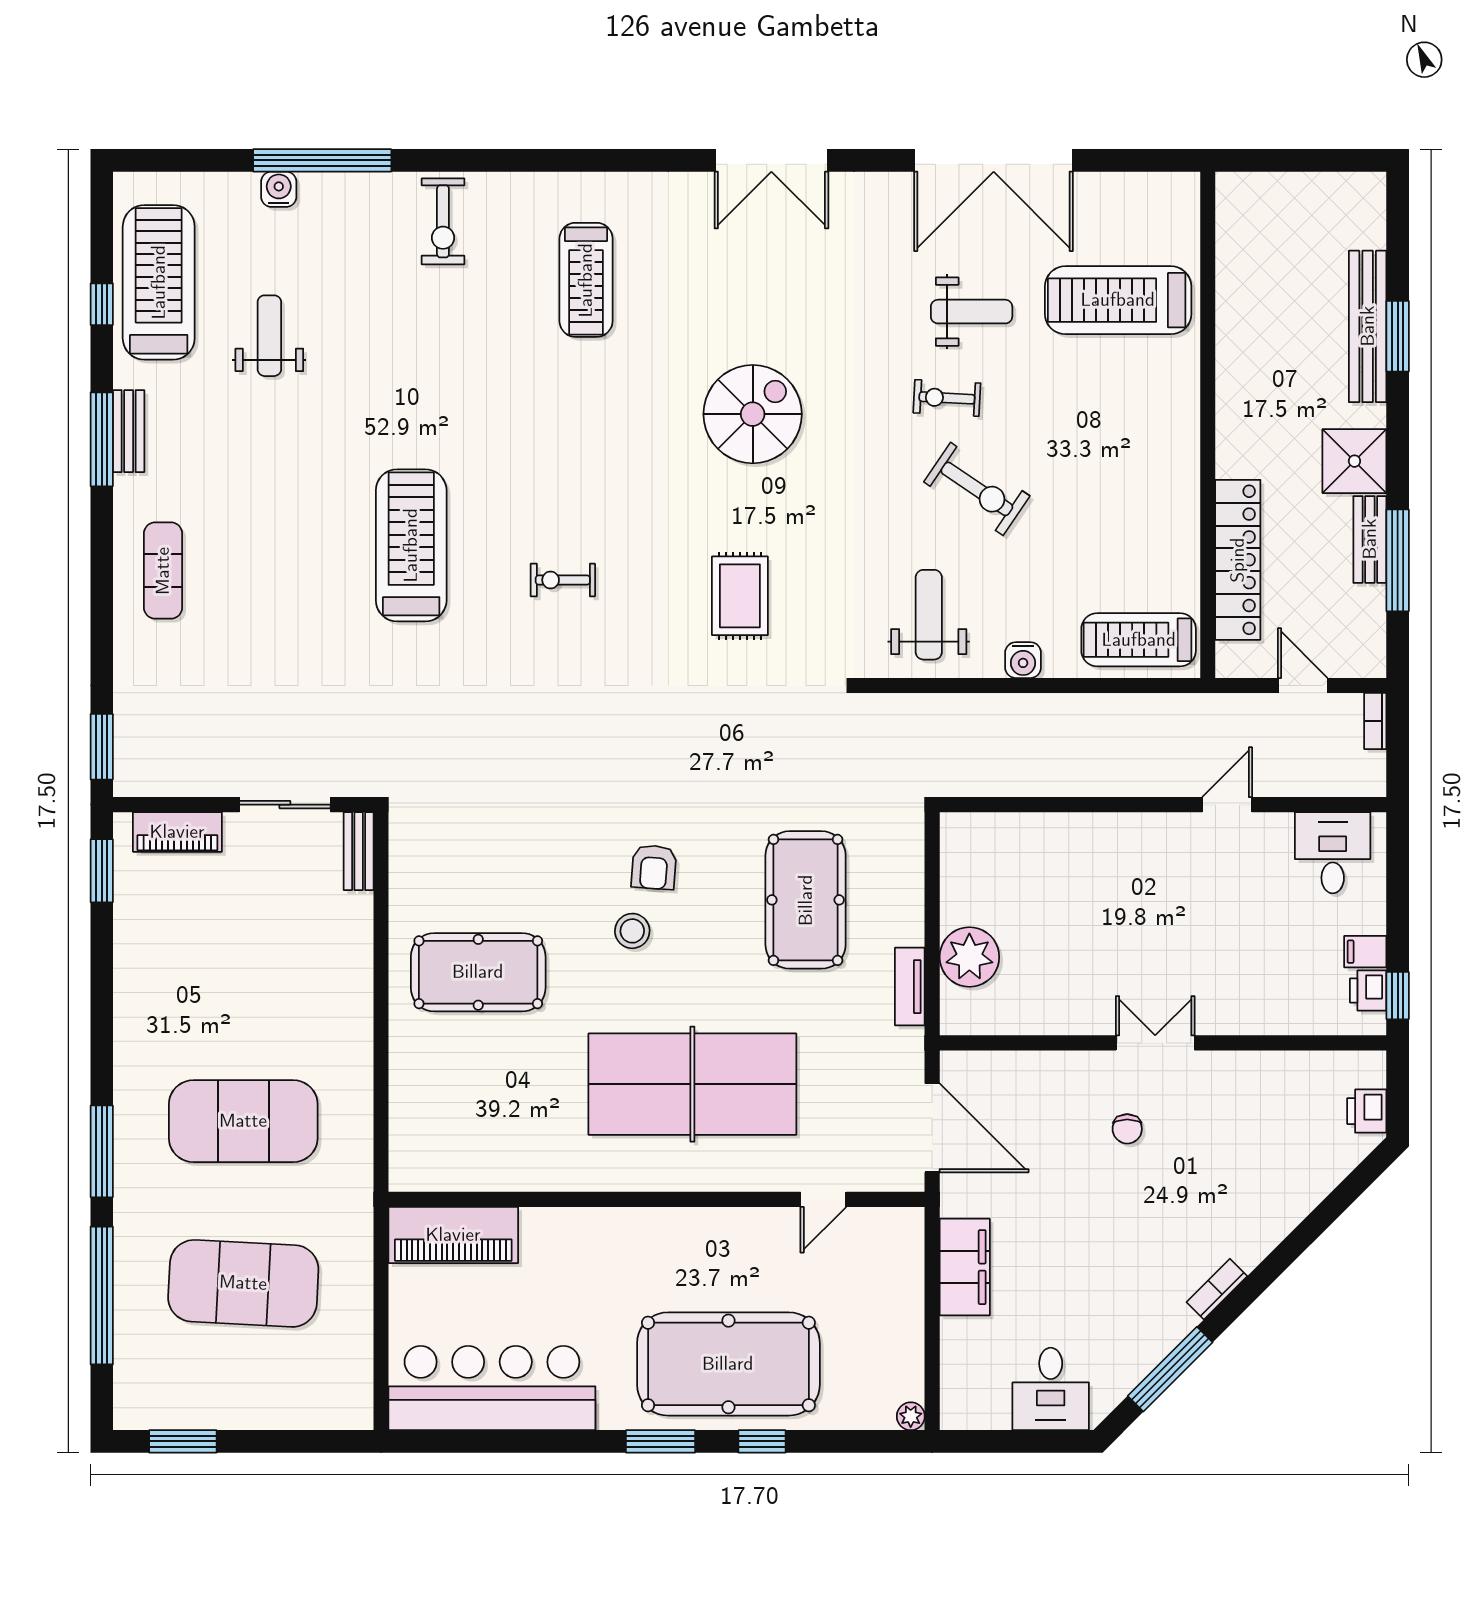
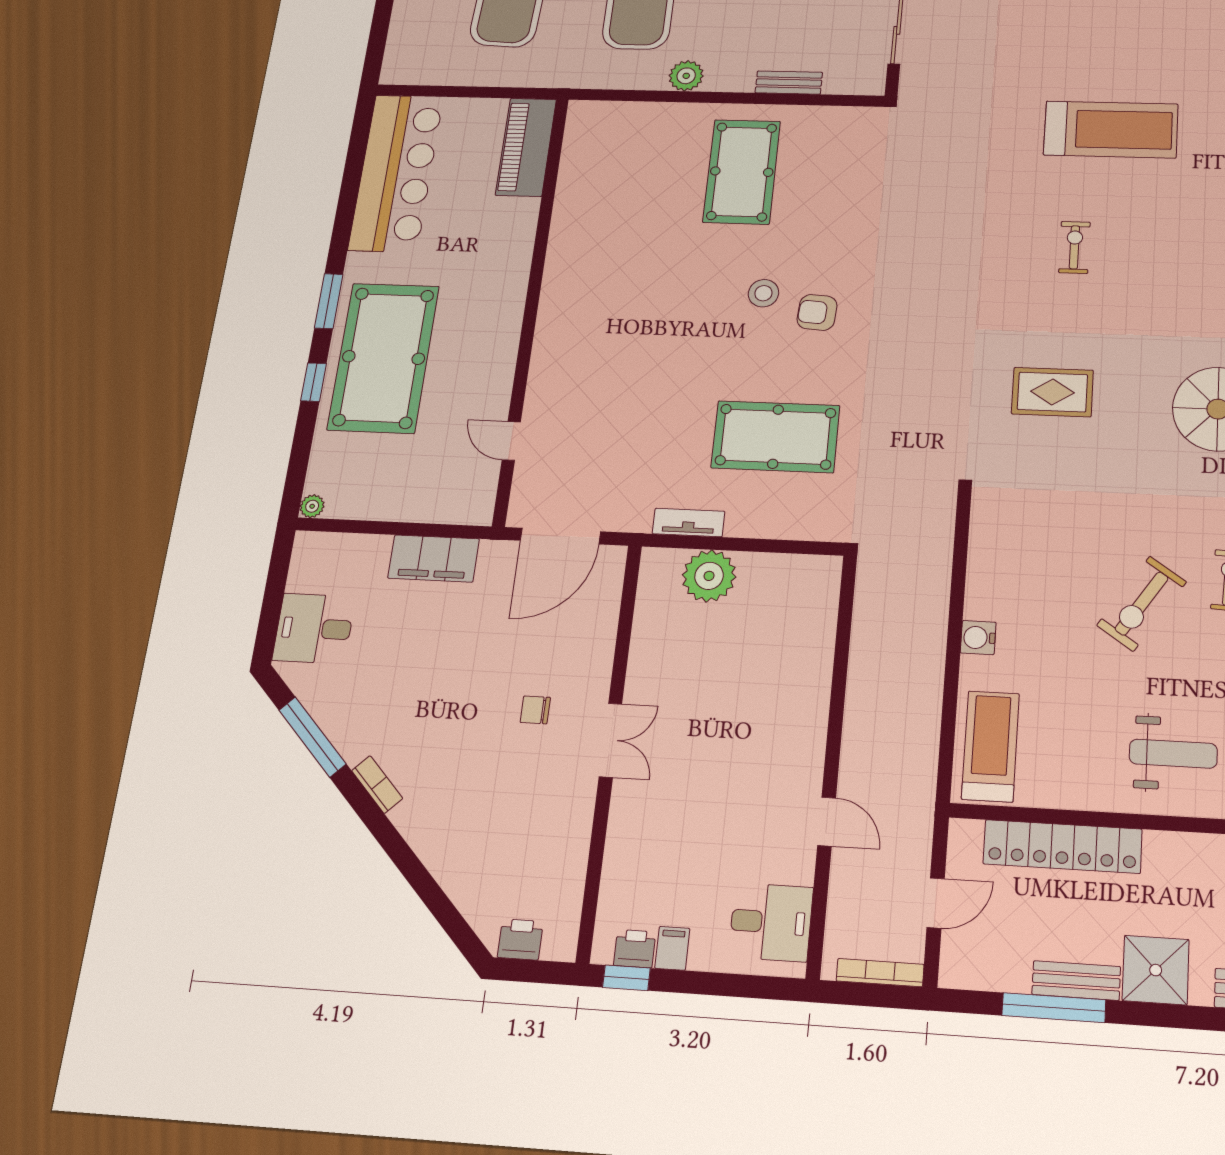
weight bench: (929, 615) -> (1173, 754), moved
bookcase: (1375, 721) -> (880, 973), width x1.56
bench: (359, 851) -> (789, 83), moved
plant: (353, 1053) -> (686, 76), added
table tennis table: (692, 1084) -> (626, 337), removed

